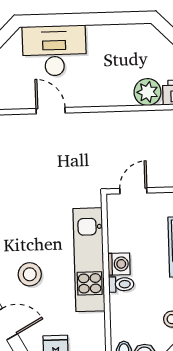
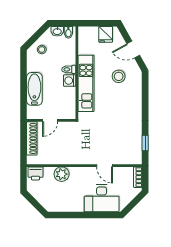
plant: (147, 92) -> (62, 174), moved
door: (133, 191) -> (50, 120), moved

